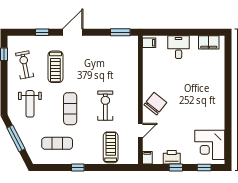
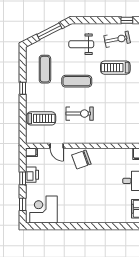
chair: (155, 104) -> (81, 159), turned 121

